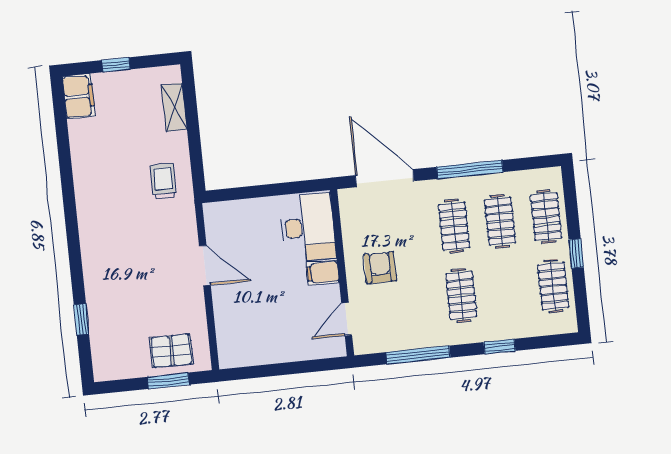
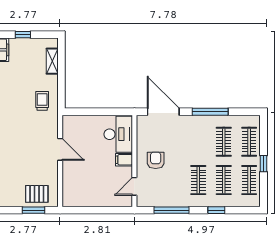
clothes rail: (454, 226) -> (224, 180), moved

